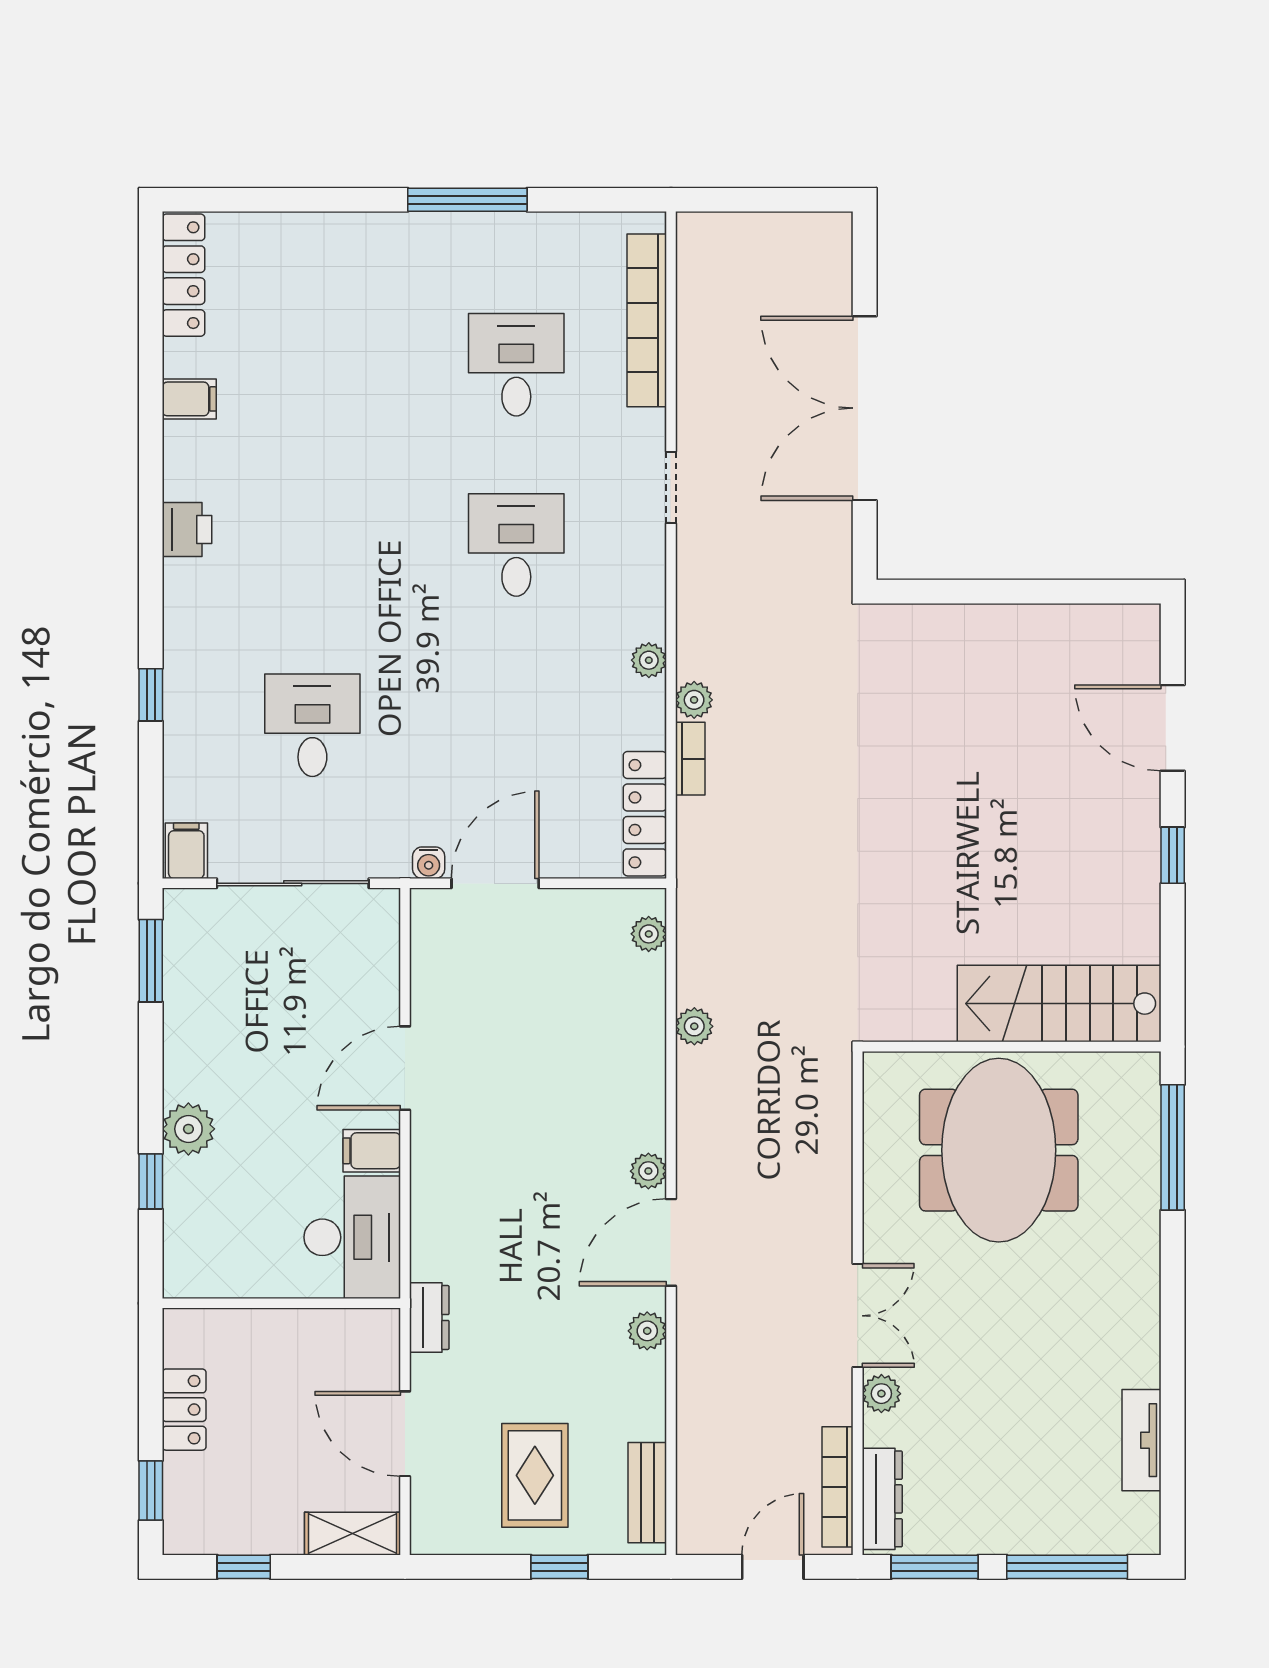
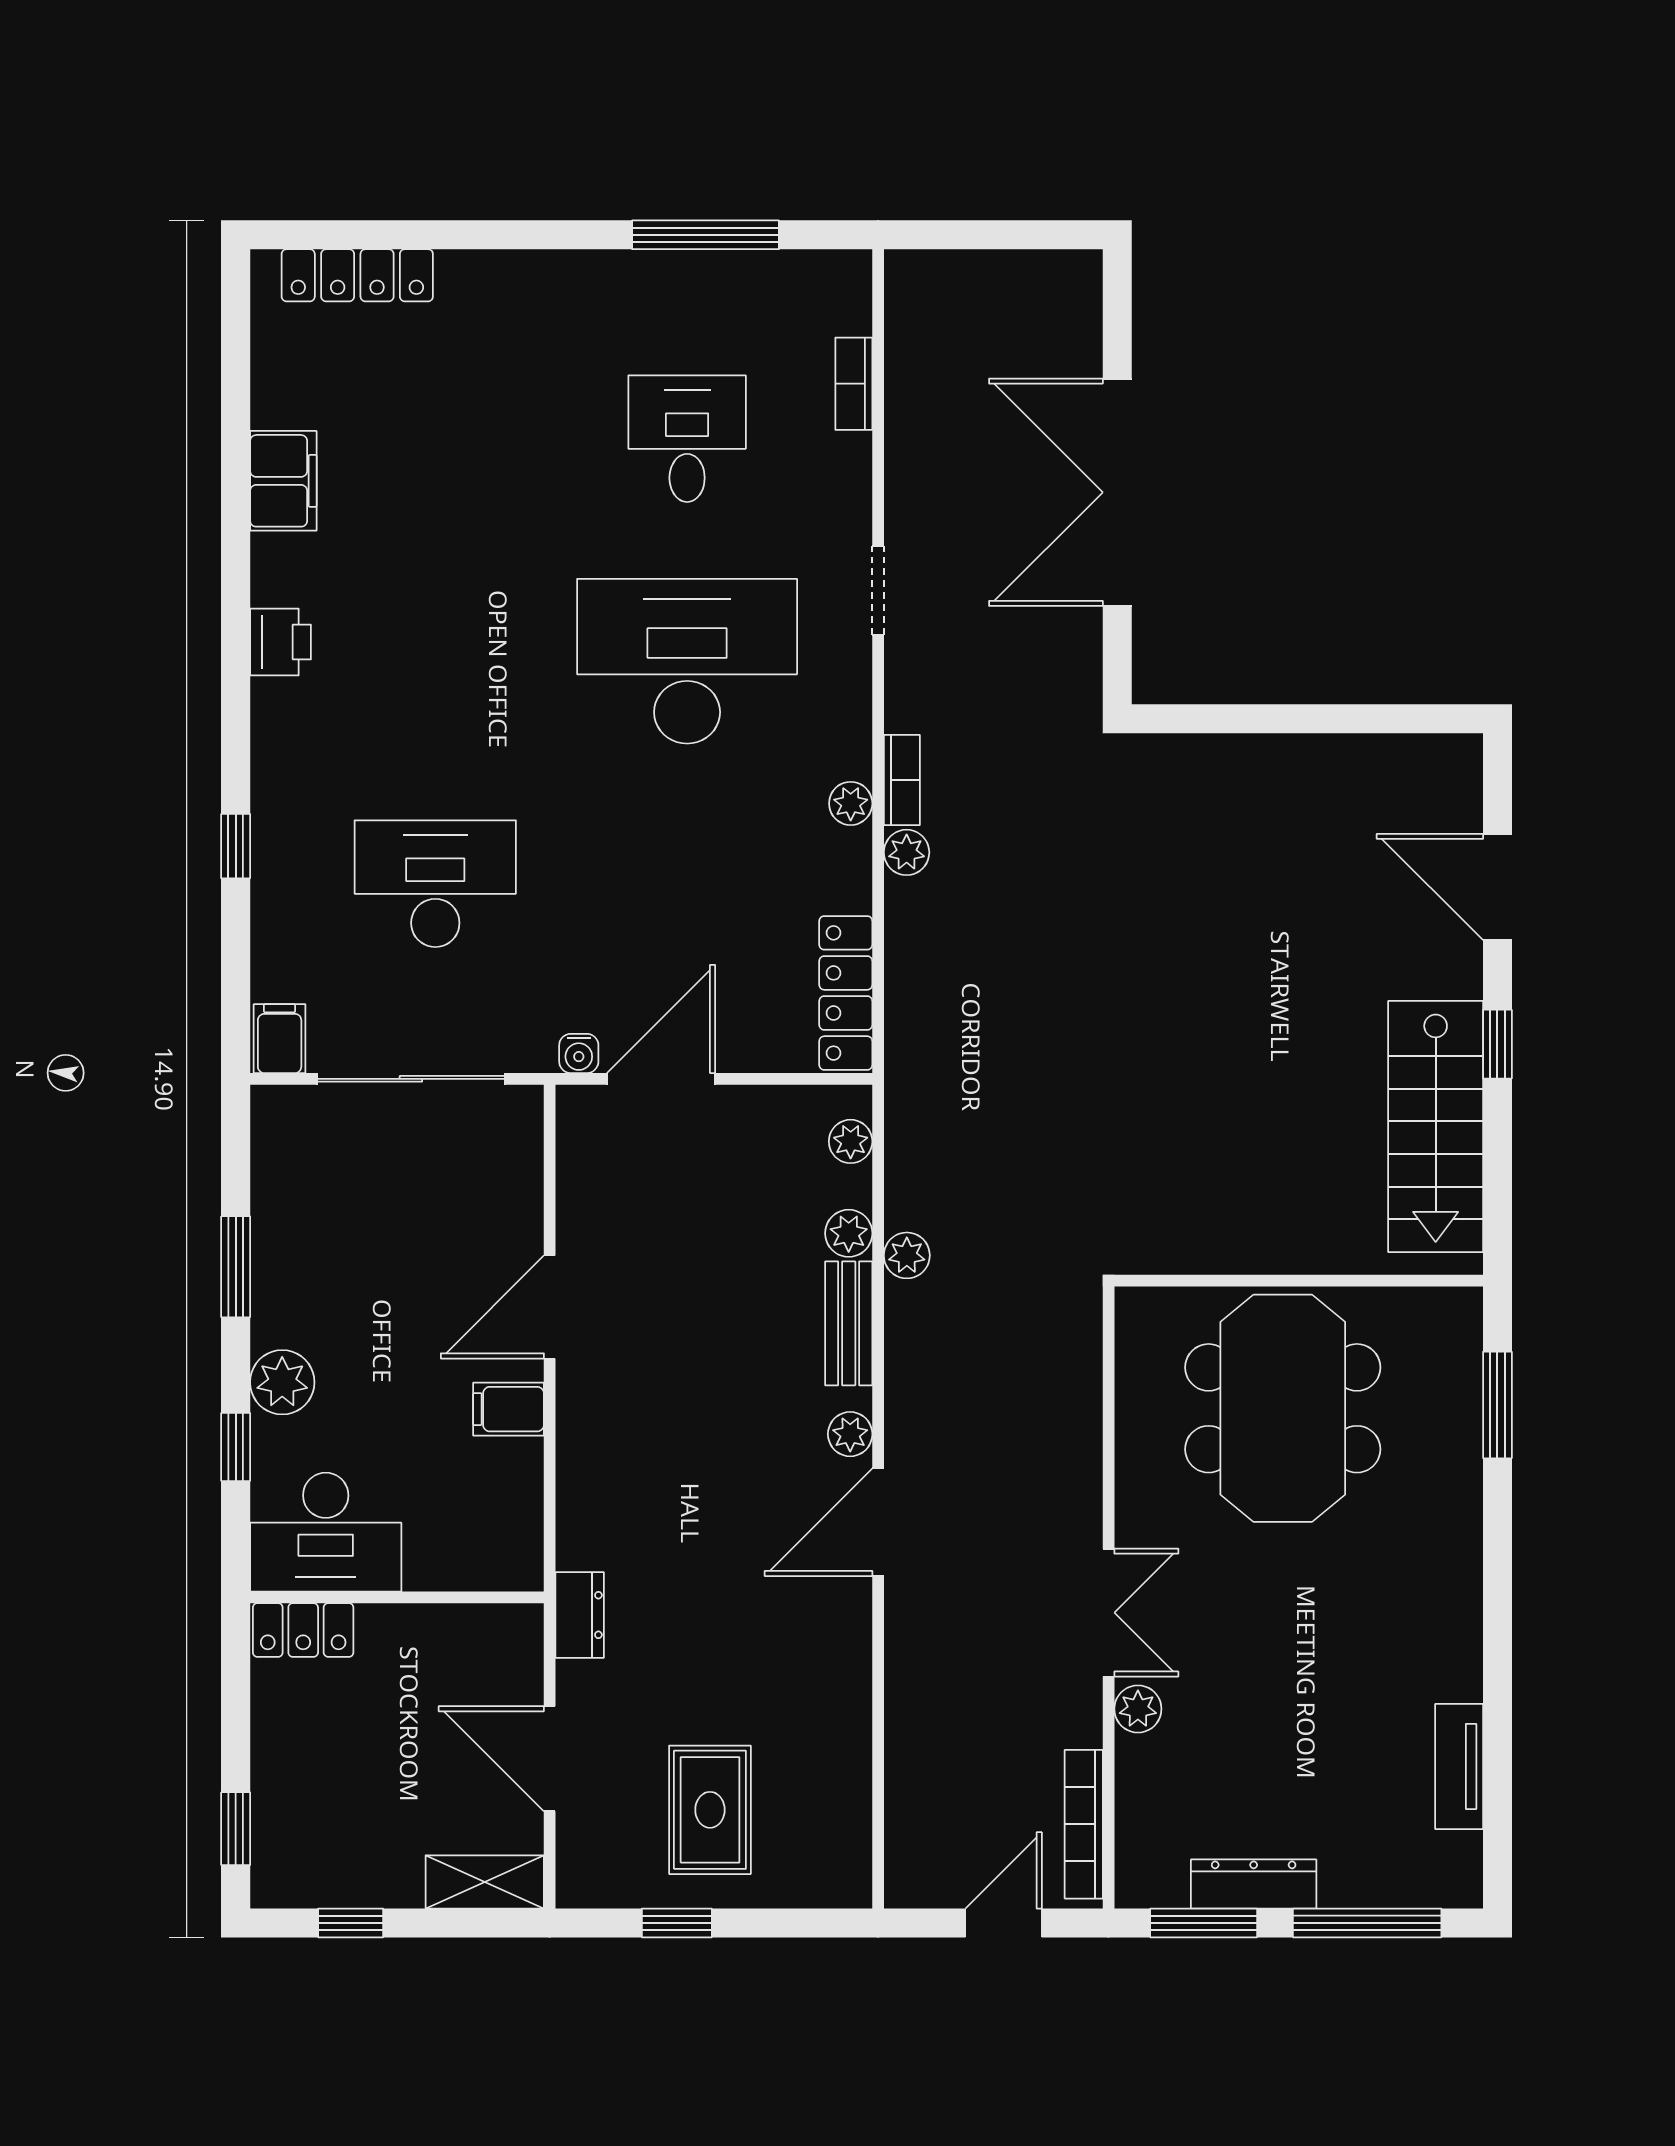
window: (467, 200) -> (705, 235), moved
locker: (183, 275) -> (357, 275), moved, turned 90
bookcase: (647, 320) -> (854, 384), width x0.43, depth x0.76
filing cabinet: (189, 399) -> (283, 481), width x2.00
desk: (516, 545) -> (687, 661), width x1.87, depth x1.30
desk: (312, 725) -> (435, 884), width x1.37
bookcase: (690, 759) -> (902, 780), moved
window: (151, 961) -> (236, 1267), moved
stairs: (1059, 1004) -> (1436, 1126), moved, turned -90
window: (1173, 1147) -> (1497, 1405), width x0.69
desk: (352, 1237) -> (326, 1532), moved, turned 90
plant: (647, 1331) -> (849, 1233), moved
locker: (184, 1410) -> (303, 1630), moved, turned 90
bench: (647, 1493) -> (849, 1323), moved
dresser: (882, 1499) -> (1254, 1884), moved, turned -90
window: (559, 1567) -> (677, 1923), moved

